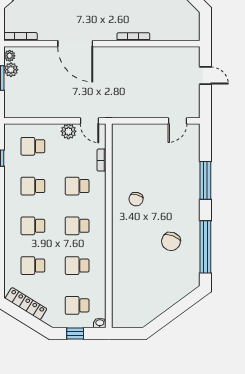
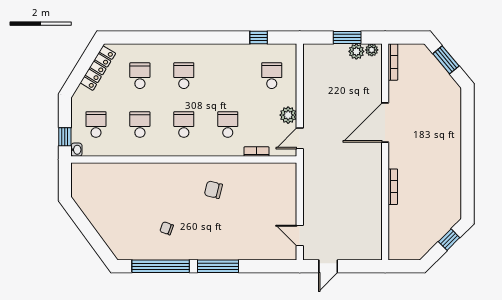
door: (205, 76) -> (328, 266), moved
window: (205, 180) -> (218, 266), moved
school desk: (33, 186) -> (228, 76), removed
chair: (171, 241) -> (167, 228), width x0.54, depth x0.54
window: (75, 333) -> (65, 137), moved

